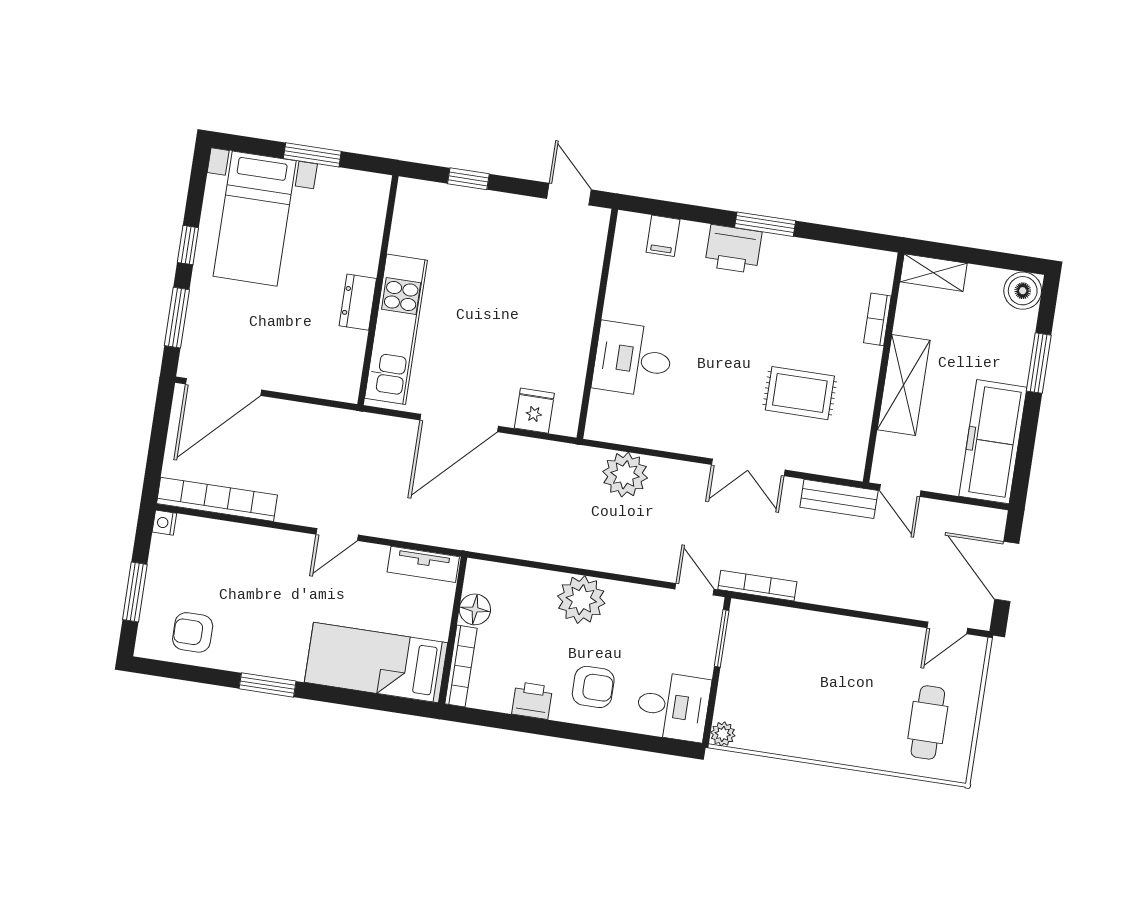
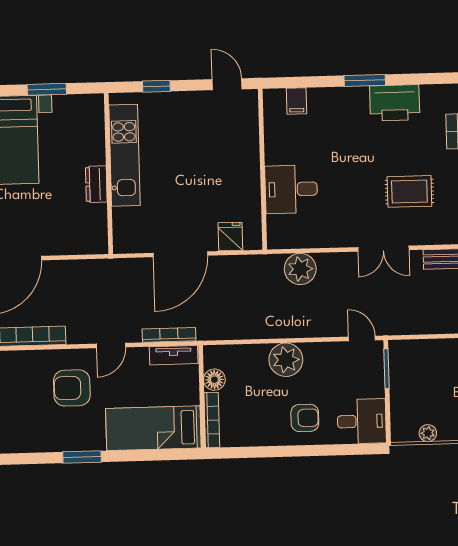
printer: (733, 249) -> (395, 103), moved, width x1.37, depth x1.19
kitchen unit: (396, 329) -> (125, 155), moved
bookcase: (757, 586) -> (169, 335), moved
armchair: (193, 632) -> (72, 388), moved, width x1.38, depth x1.38
printer: (532, 701) -> (265, 435), removed
plant: (723, 734) -> (428, 433), moved

